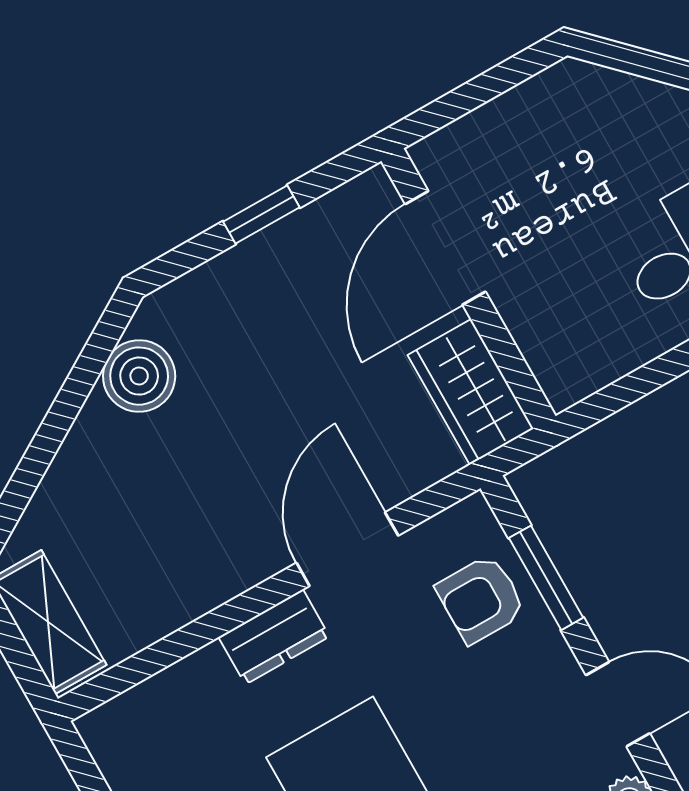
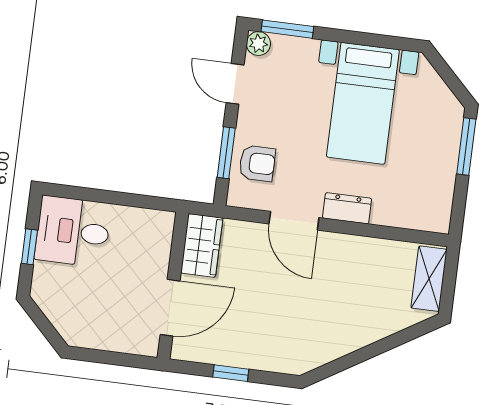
boiler: (139, 376) -> (324, 347), removed
door: (347, 549) -> (294, 221), hinge flipped

